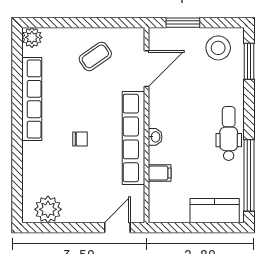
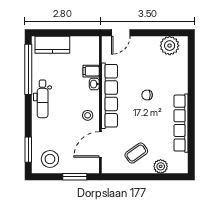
plant: (32, 37) -> (161, 166), moved
stool: (165, 110) -> (88, 115), added
washbasin: (155, 137) -> (94, 84), moved

